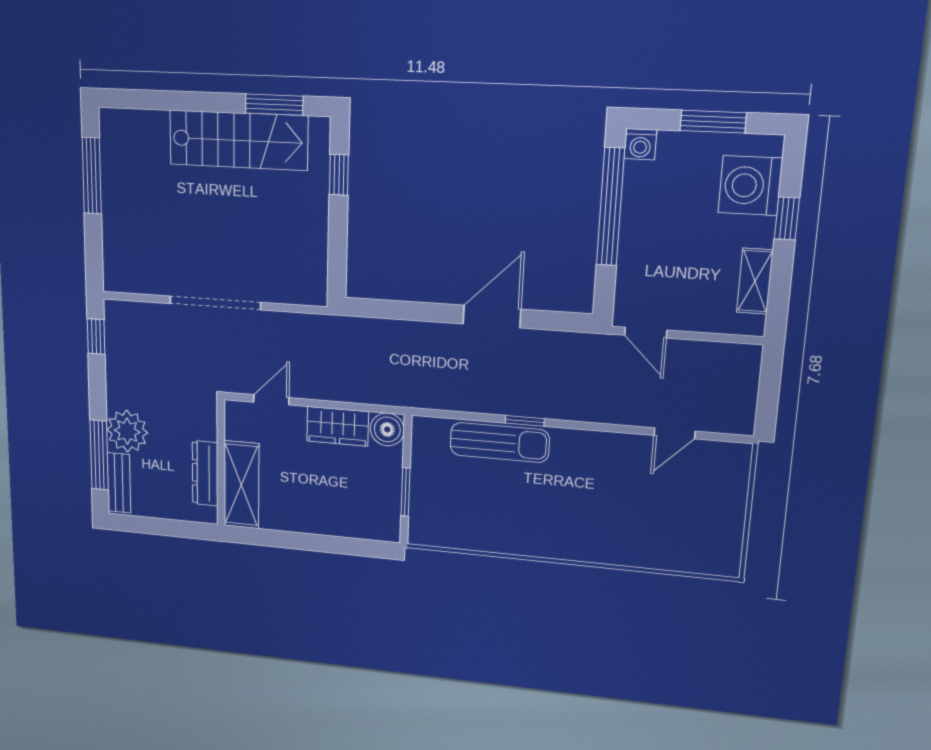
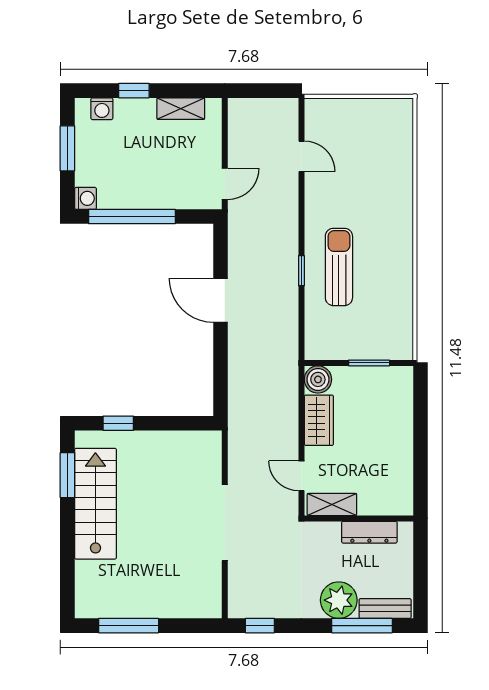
washing machine: (750, 186) -> (102, 109), width x0.53, depth x0.53
sun lounger: (500, 443) -> (339, 267), moved
shelving: (241, 485) -> (332, 504), moved, width x0.67, depth x0.75

